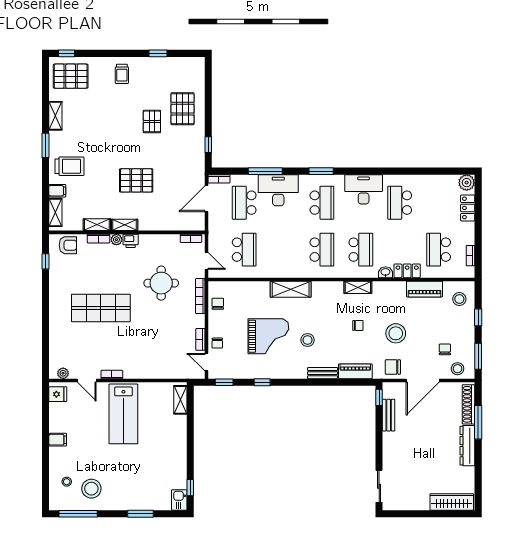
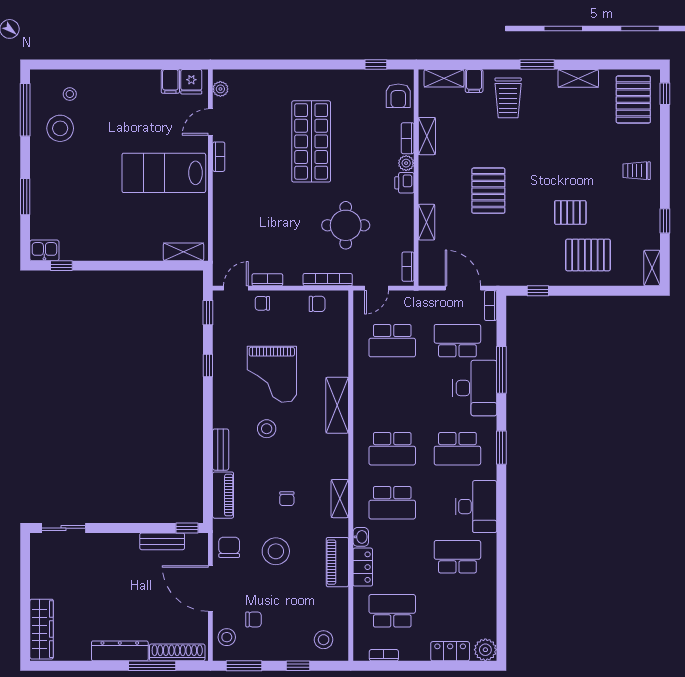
shelving: (192, 63) -> (652, 268), added
shelving: (125, 225) -> (427, 222), moved
piano: (425, 289) -> (337, 562), moved
filing cabinet: (58, 440) -> (170, 81), moved

